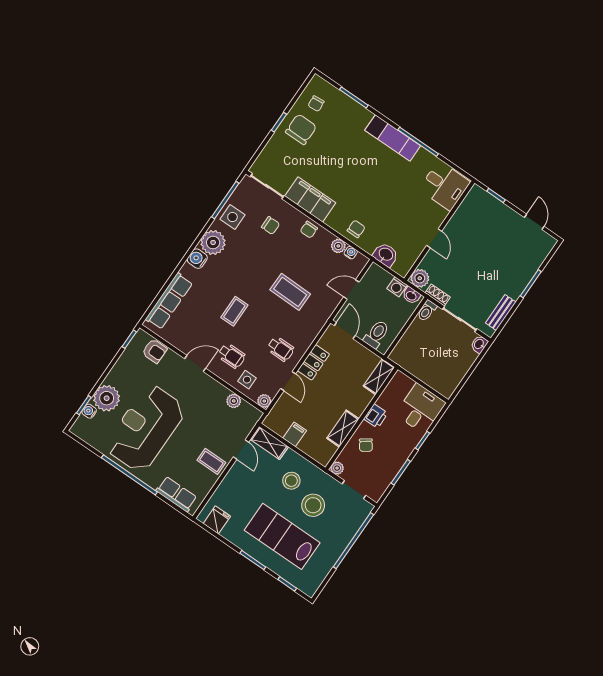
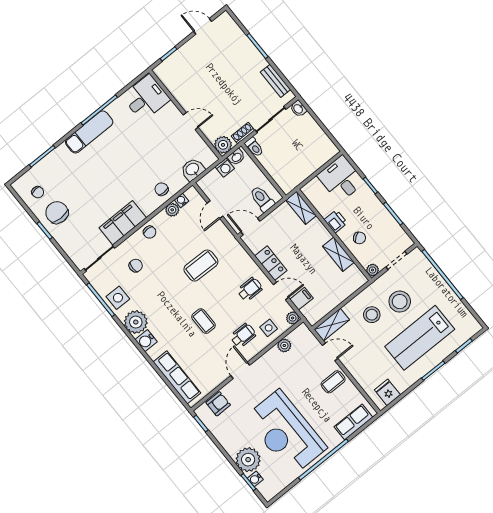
filing cabinet: (295, 434) -> (301, 299), moved, turned 90

